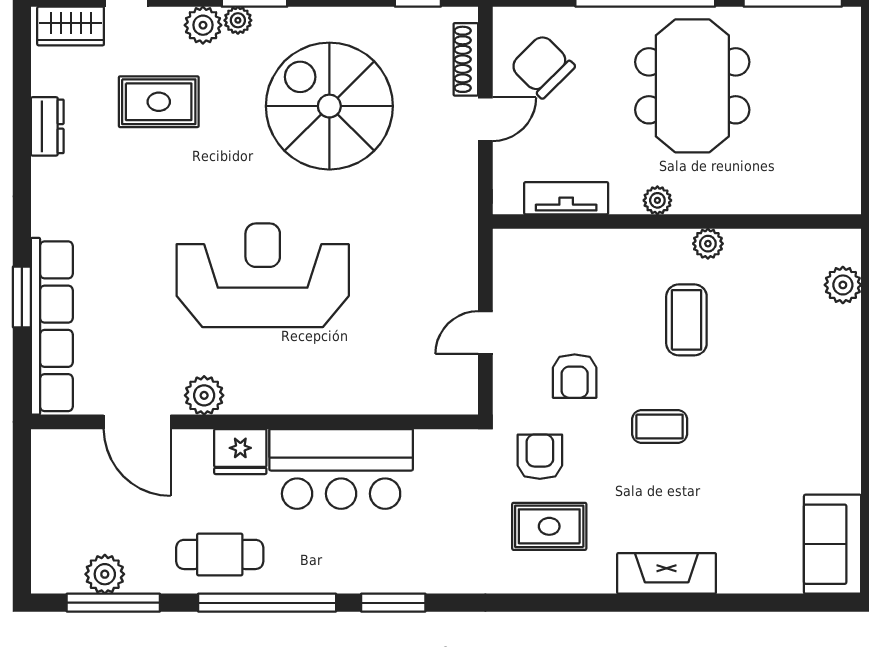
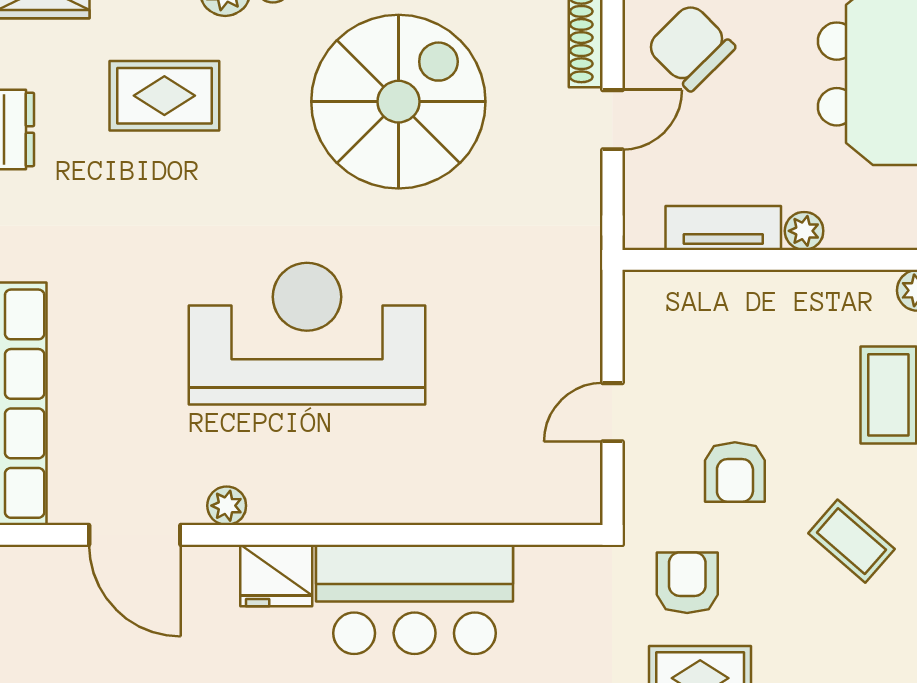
spiral stairs: (329, 106) -> (398, 102), turned 90
plant: (657, 200) -> (804, 231), moved
plant: (204, 395) -> (227, 506), width x0.73, depth x0.73
coffee table: (660, 426) -> (851, 541), turned 41

